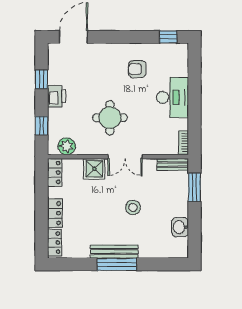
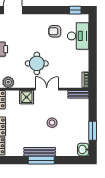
desk: (172, 97) -> (78, 36), moved
double door: (125, 157) -> (47, 89), swing flipped
window: (194, 187) -> (93, 131), moved
washbasin: (180, 227) -> (83, 150), moved

